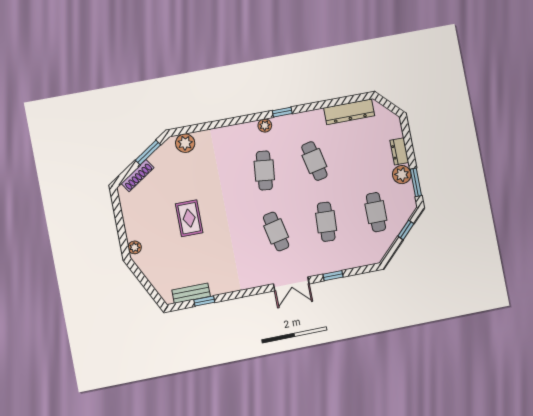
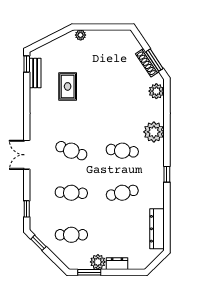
plant: (265, 125) -> (154, 132), moved, width x1.87, depth x1.87
shoe rack: (137, 176) -> (147, 63), moved
rug: (189, 218) -> (68, 86), moved, turned 90
window: (406, 230) -> (38, 243), moved
cafe table: (276, 231) -> (71, 151), turned 33
window: (333, 276) -> (27, 209), moved
window: (204, 301) -> (27, 64), moved

